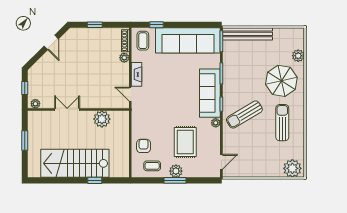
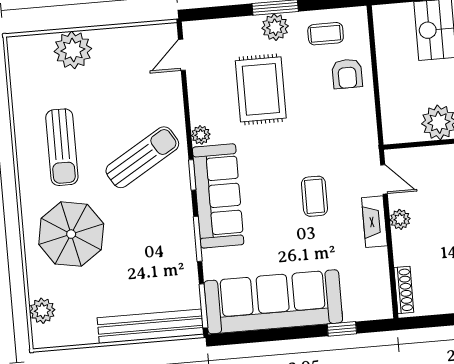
coffee table: (143, 41) -> (314, 196), moved
plant: (298, 56) -> (42, 311), moved
plant: (124, 58) -> (400, 219), moved
plant: (292, 168) -> (73, 50), moved

